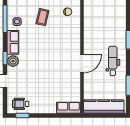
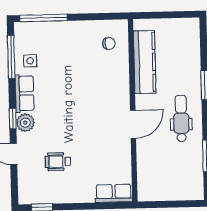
coffee table: (42, 17) -> (70, 53), removed
wheelchair: (21, 104) -> (58, 162), moved
kitchen counter: (104, 107) -> (145, 62), moved, turned 90

